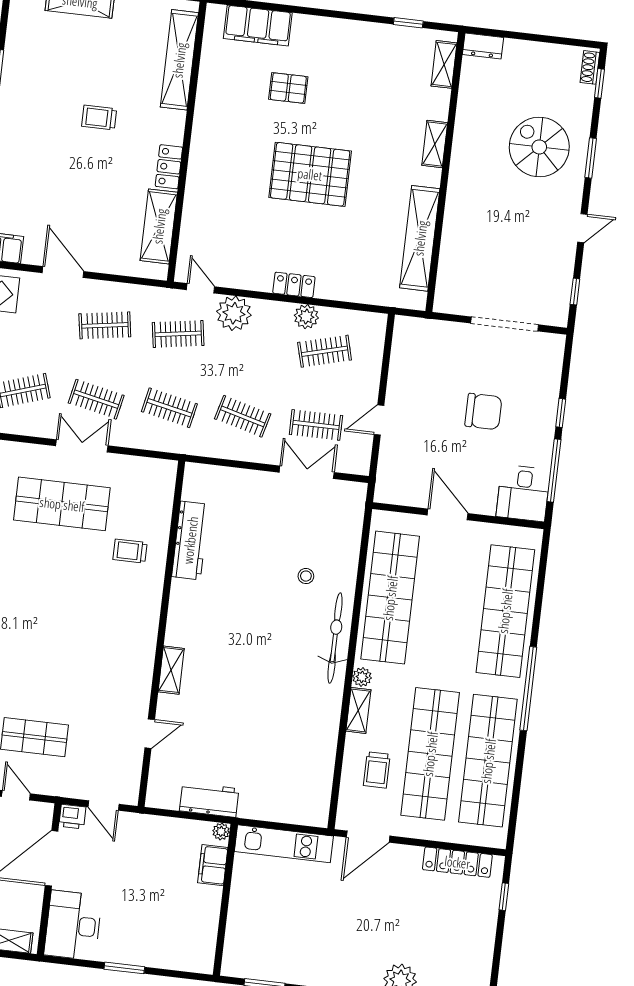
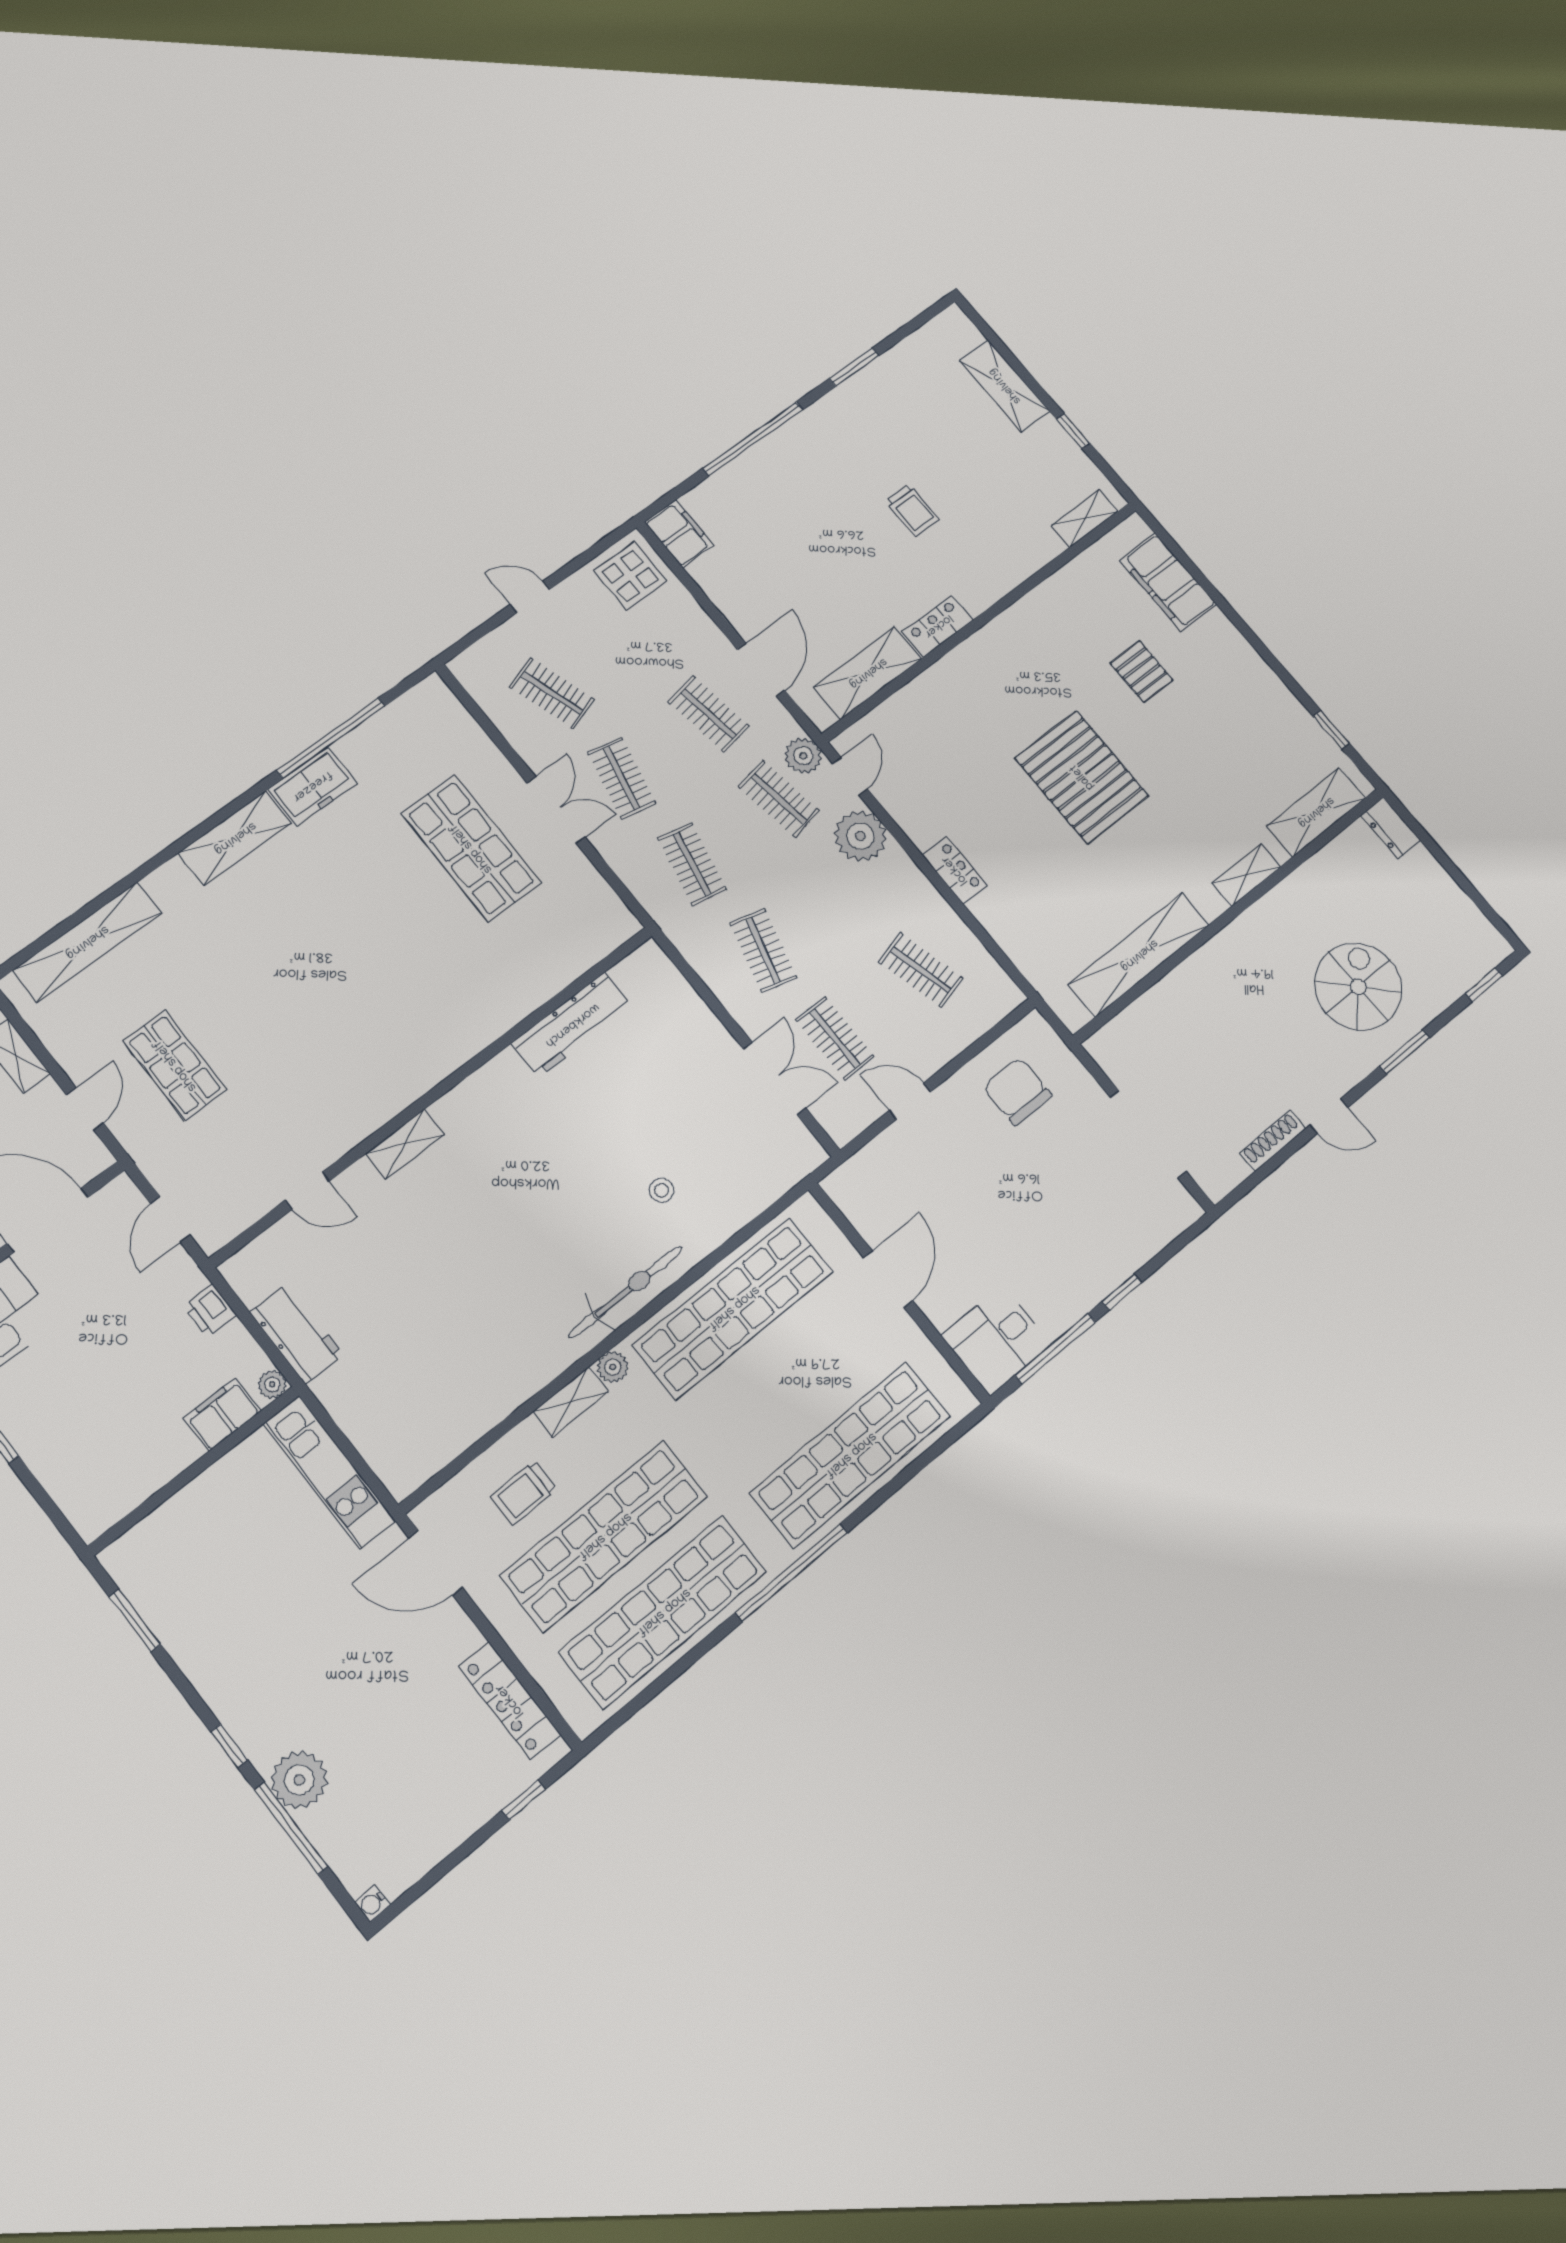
shelving: (179, 60) -> (1085, 519), width x0.45, depth x0.75
shelving: (444, 64) -> (1316, 812), width x1.50, depth x1.33
shoe rack: (590, 67) -> (1273, 1141), moved, width x1.43
trolley: (99, 118) -> (912, 510), turned 180
door: (63, 272) -> (761, 670), moved
window: (575, 292) -> (1259, 1175), removed
plant: (306, 317) -> (803, 756), moved
chair: (483, 412) -> (1017, 1091), moved, turned 180
trolley: (130, 551) -> (493, 970), removed
printer: (72, 817) -> (210, 1311), moved

